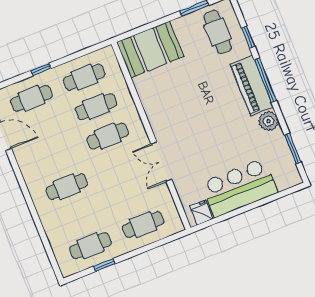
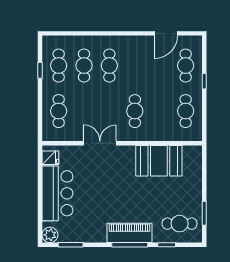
booth: (150, 49) -> (159, 161), moved, turned 90
cafe table: (96, 107) -> (84, 66), moved
plant: (269, 121) -> (50, 235), moved

